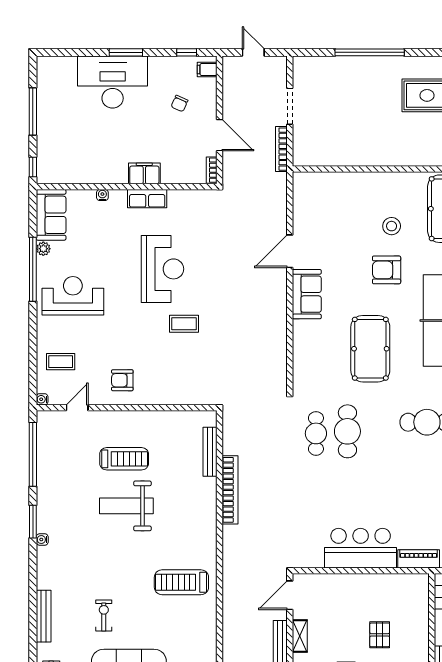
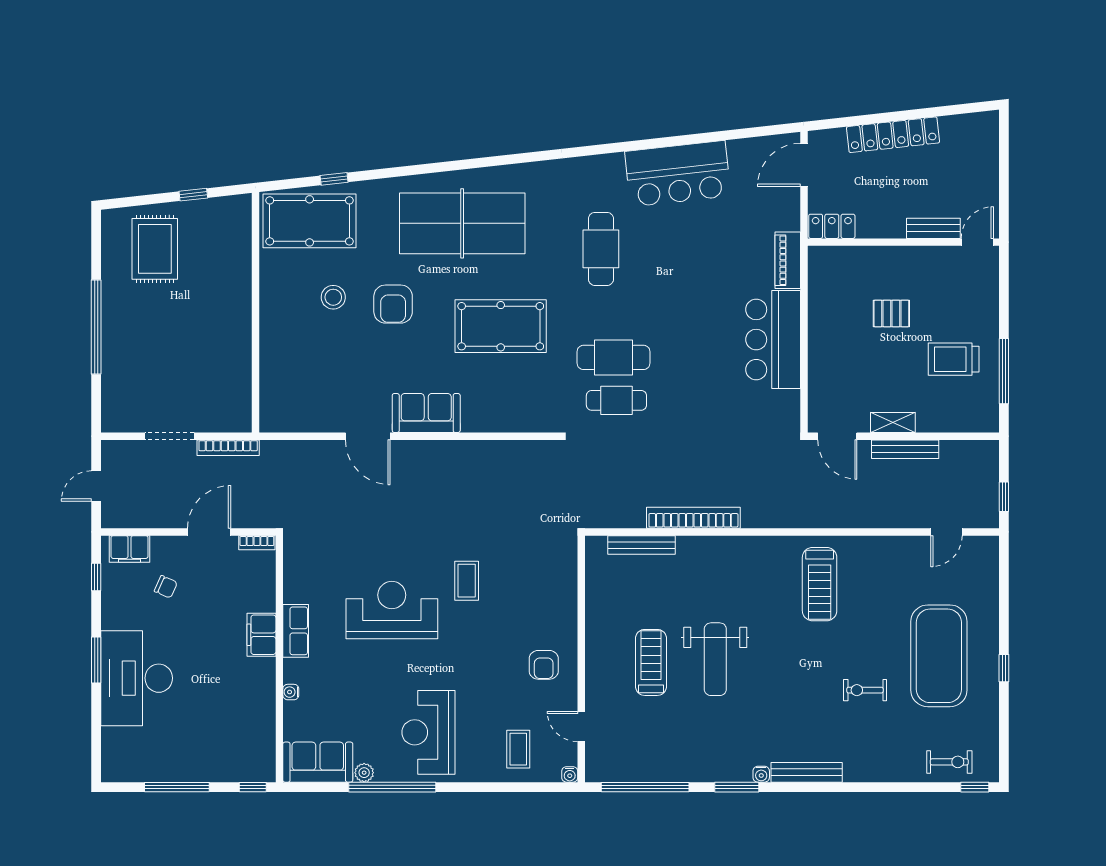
filing cabinet: (207, 70) -> (130, 549), width x2.00
bench: (44, 616) -> (807, 772), moved

